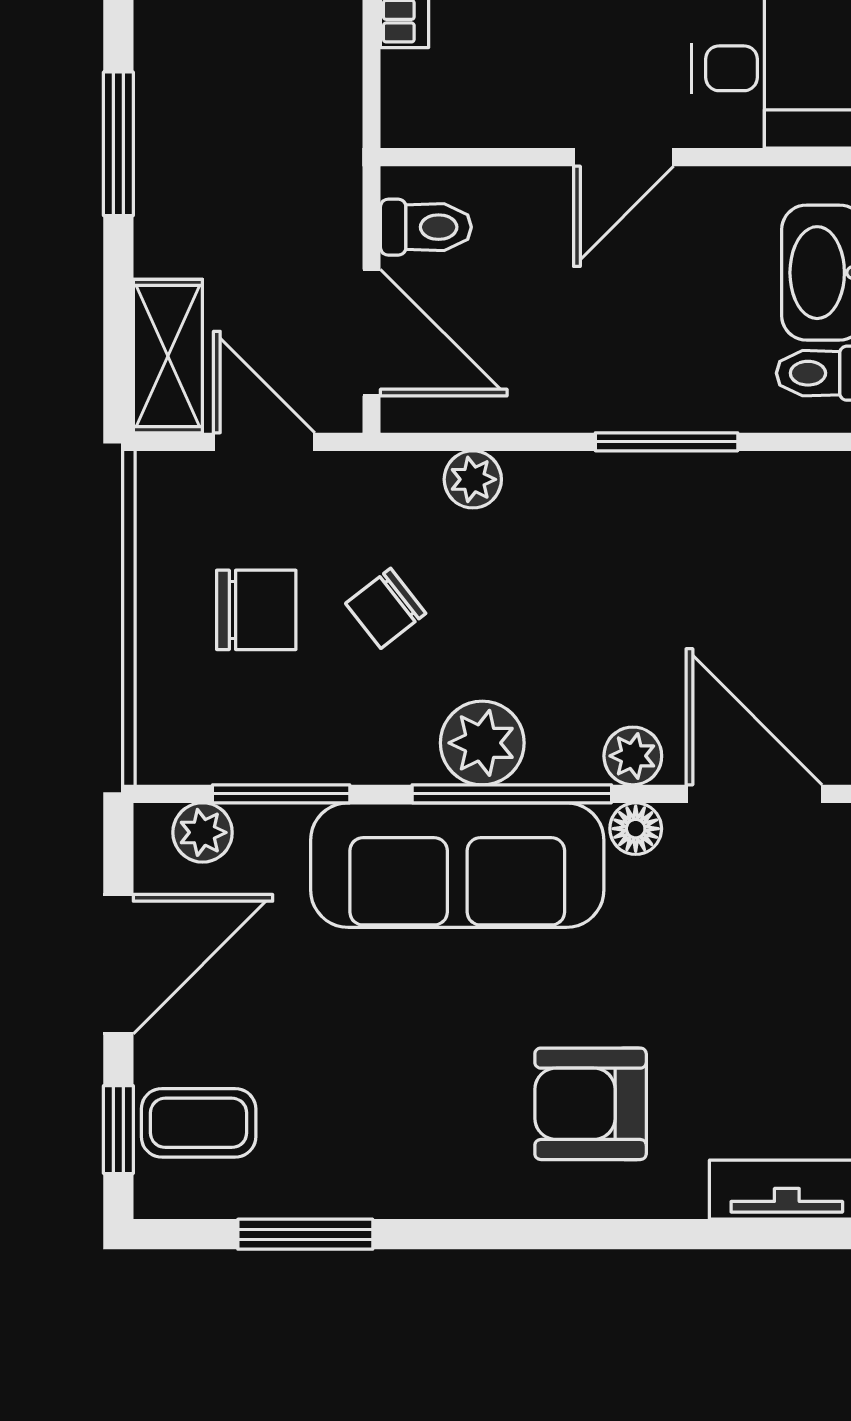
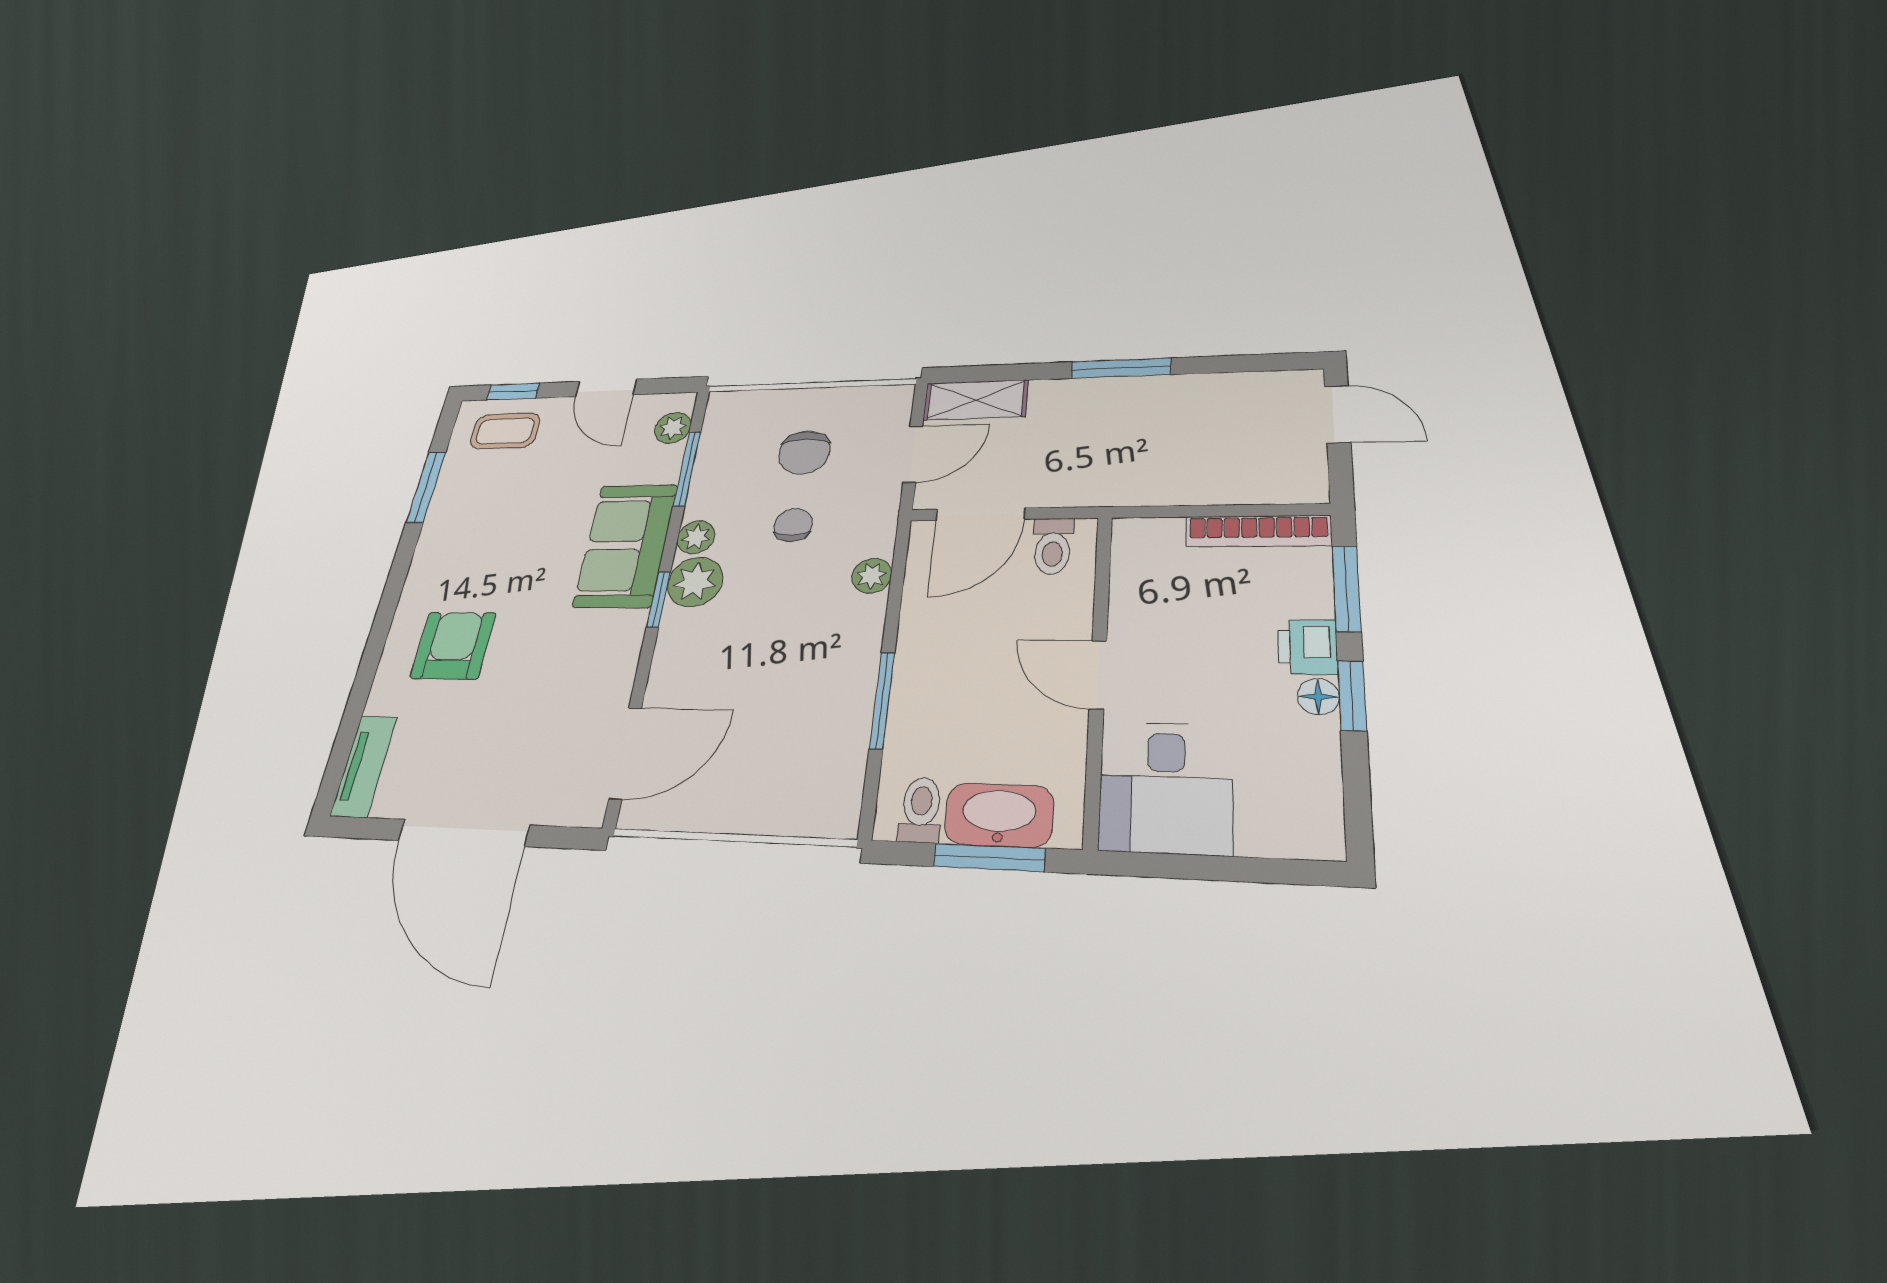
chair: (386, 608) -> (793, 525), turned 37
plant: (633, 756) -> (696, 537), moved
window: (512, 794) -> (659, 599), width x0.46
floor lamp: (636, 829) -> (619, 675), removed
sofa: (457, 865) -> (626, 545), width x0.73
door: (118, 964) -> (606, 388), width x0.73
coffee table: (199, 1123) -> (505, 431), turned 90

